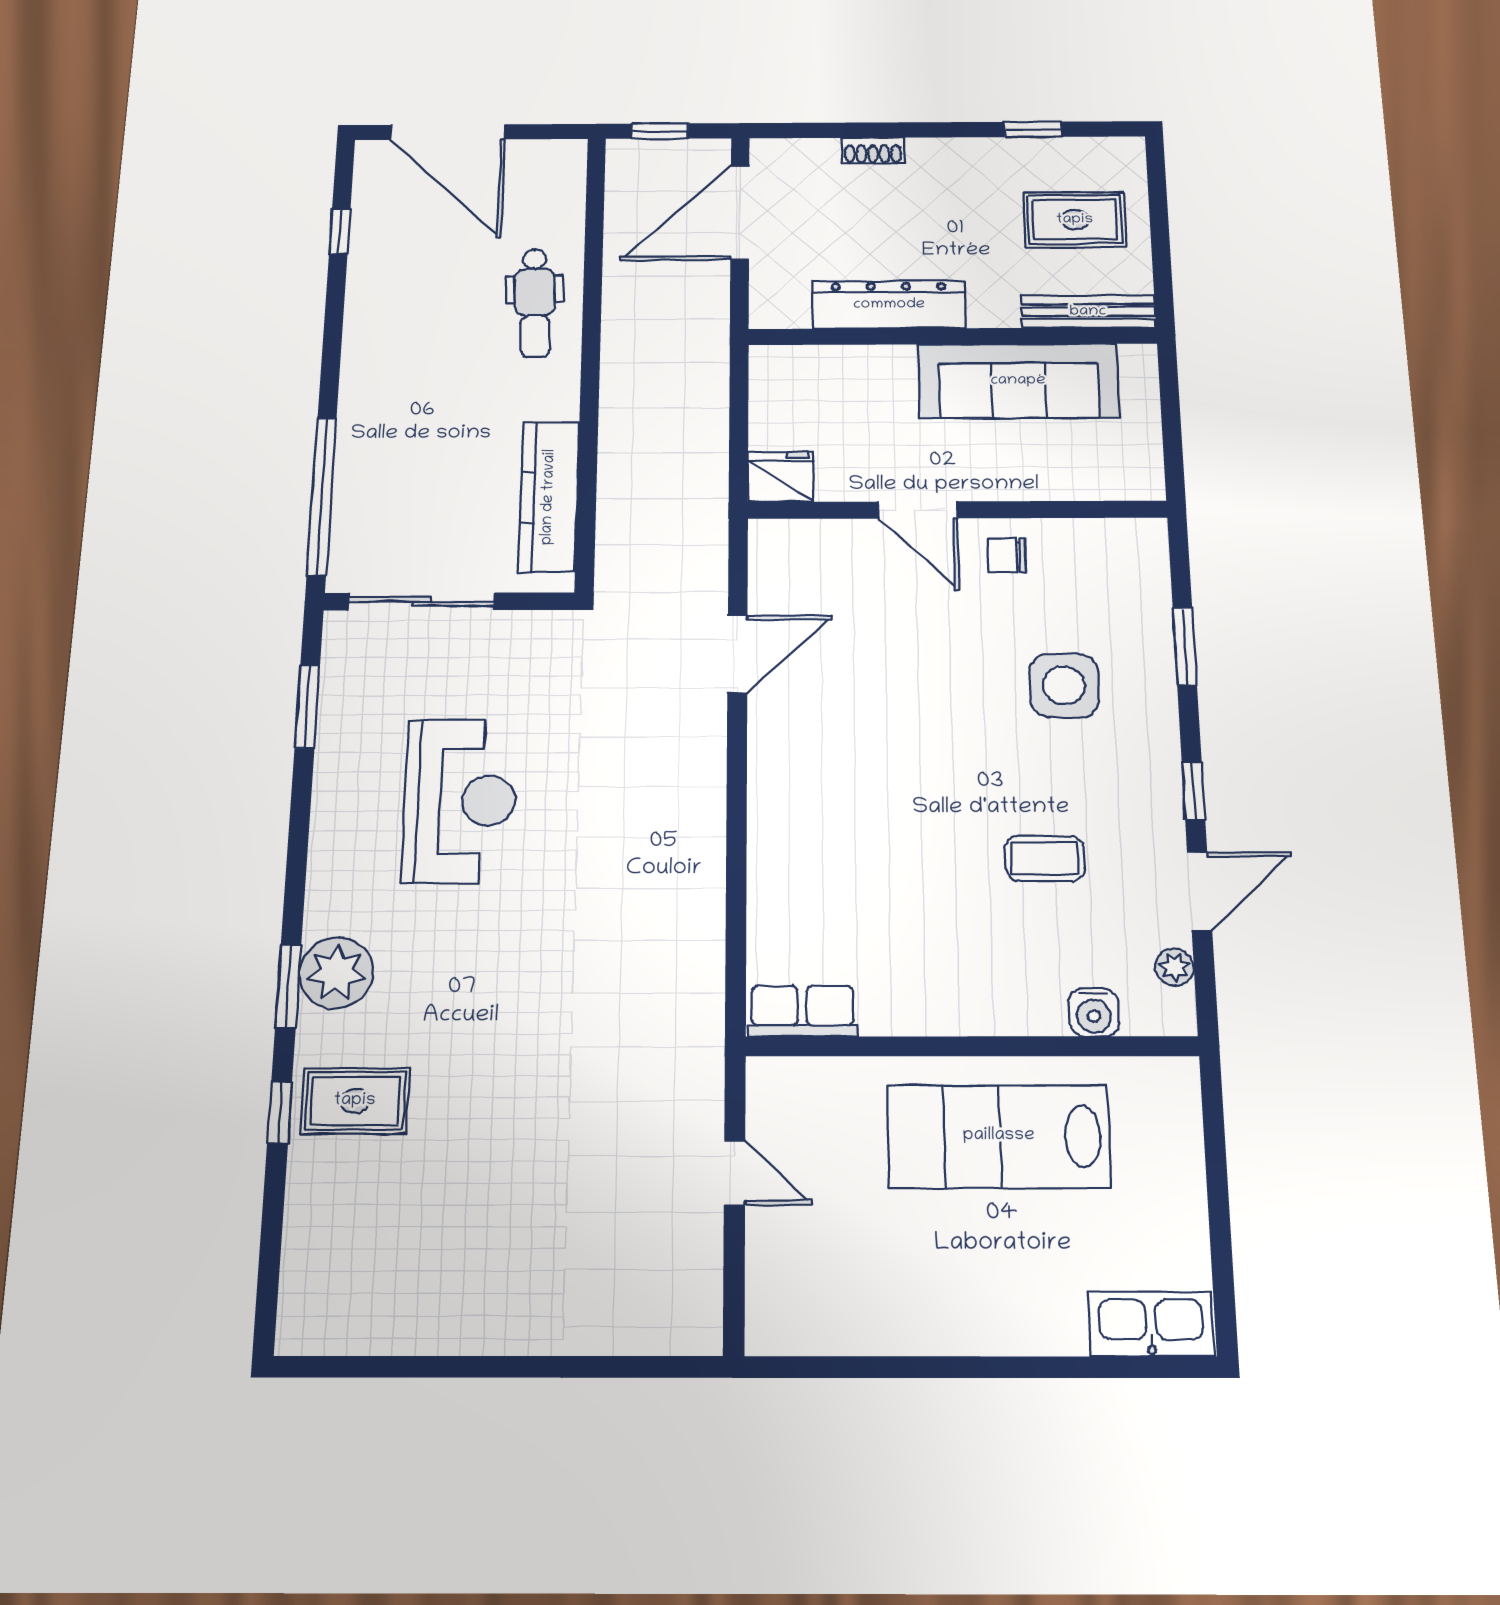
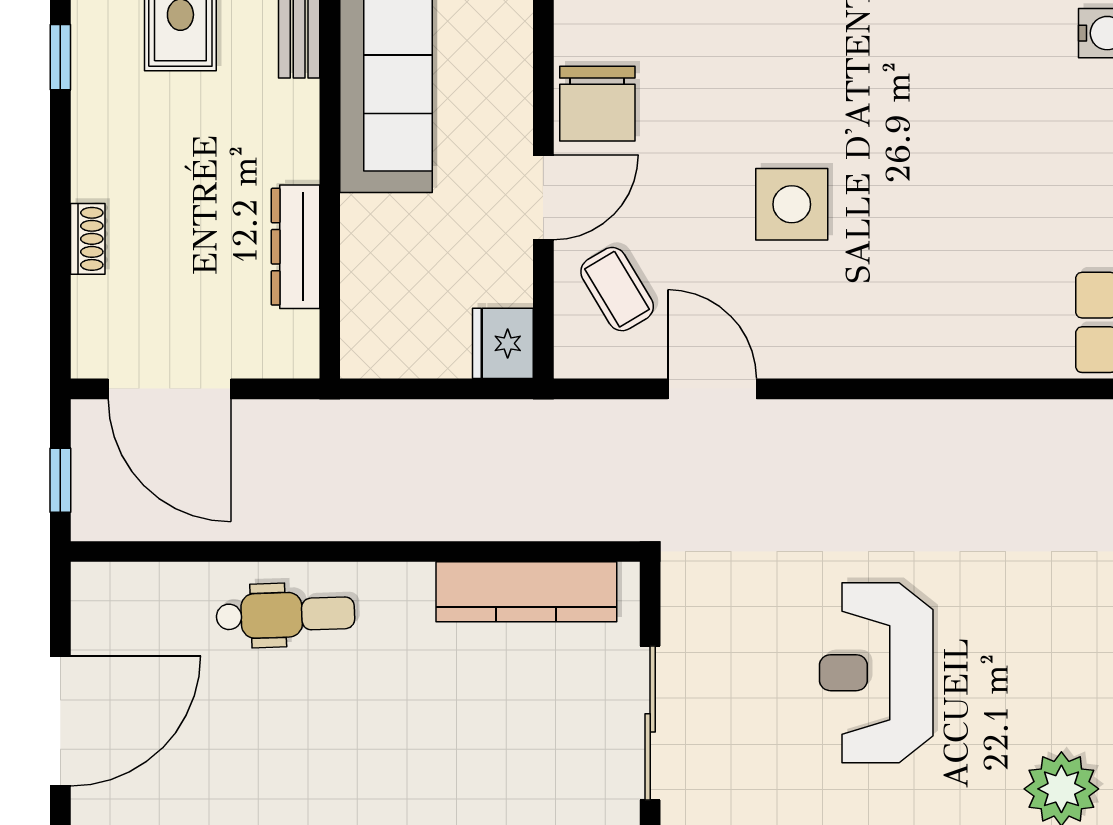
dresser: (889, 305) -> (295, 247), width x0.73, depth x0.80
chair: (1007, 555) -> (597, 104), width x1.87, depth x1.87
side table: (1064, 686) -> (792, 204), moved
reception desk: (460, 801) -> (876, 673), turned -90
coffee table: (1045, 858) -> (617, 289), moved, turned -31

